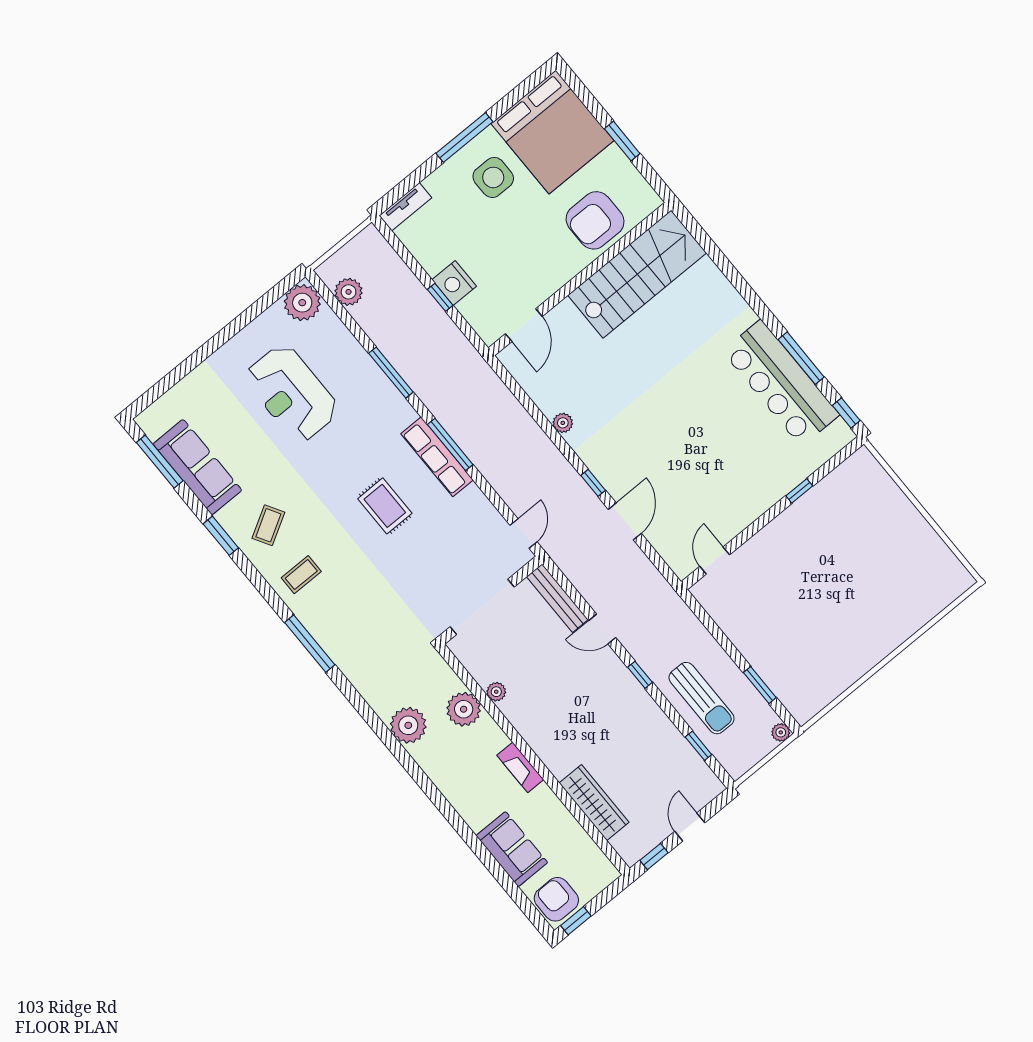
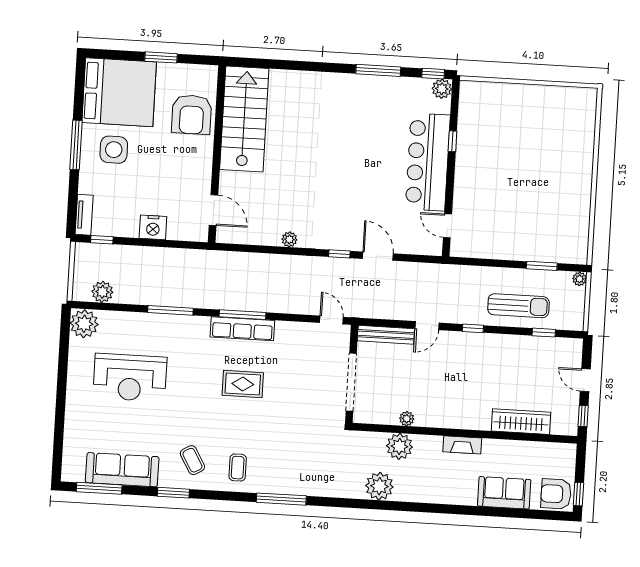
window: (440, 297) -> (102, 240), moved
bar counter: (781, 383) -> (428, 162), moved, turned 90
plant: (840, 435) -> (442, 89), added

